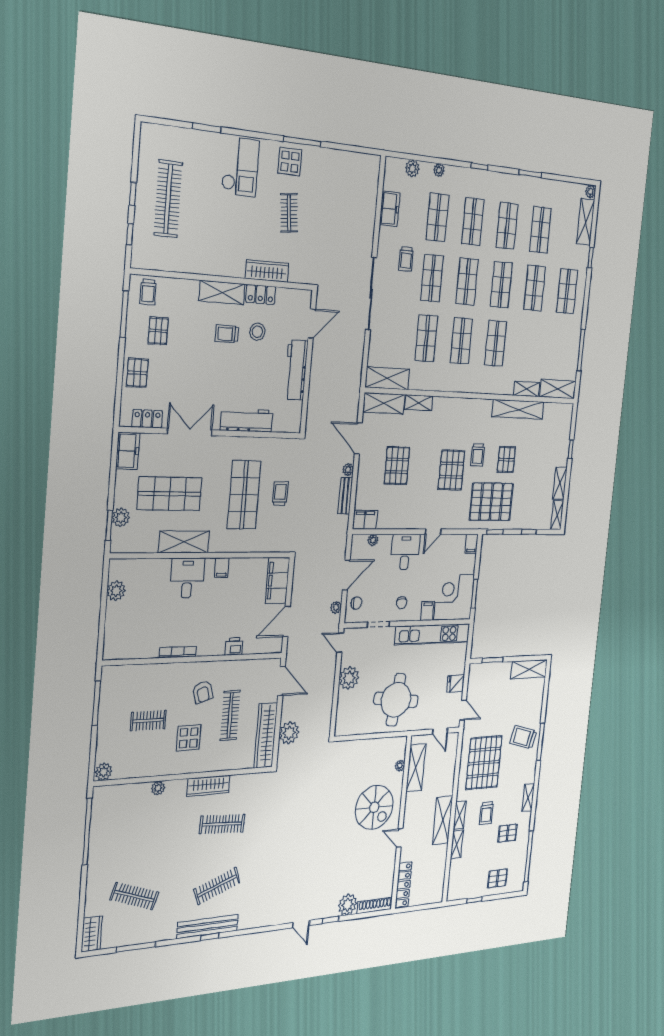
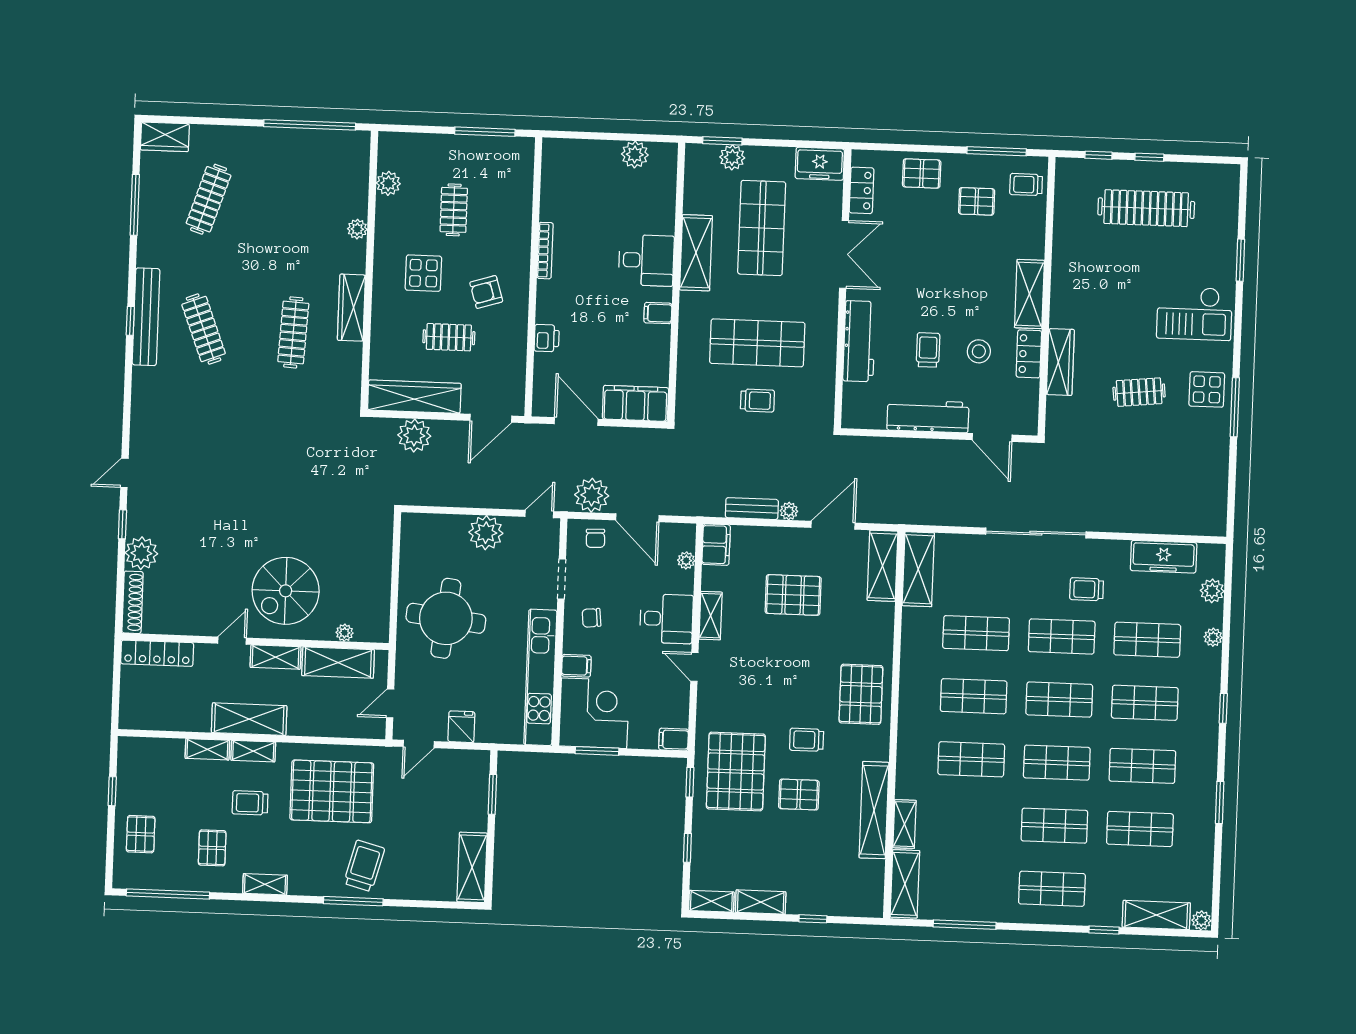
freezer: (390, 209) -> (1164, 557), width x1.40
trolley: (227, 334) -> (928, 350), moved
shelving: (419, 403) -> (711, 616), moved
pallet: (452, 470) -> (861, 694), moved, turned 90
plant: (336, 607) -> (592, 495), width x1.87, depth x1.87
clothes rail: (230, 715) -> (449, 337), width x0.73
plant: (104, 772) -> (388, 183), moved
shelving: (410, 808) -> (276, 657), added

